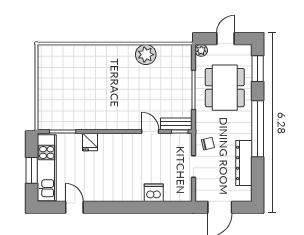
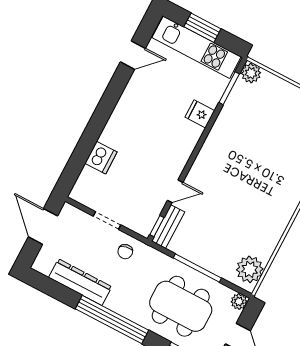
plant: (146, 55) -> (250, 269), moved
plant: (45, 122) -> (251, 73), added

